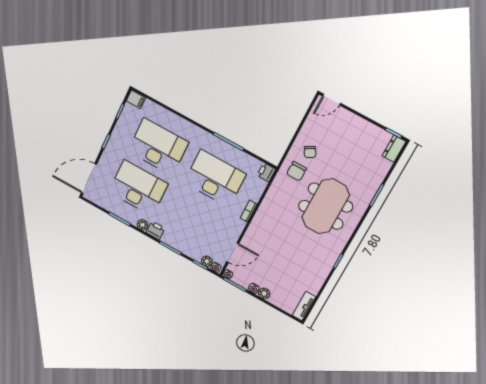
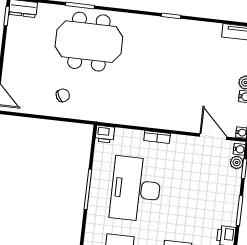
chair: (297, 171) -> (90, 102), removed
meeting table: (326, 206) -> (89, 42), moved

